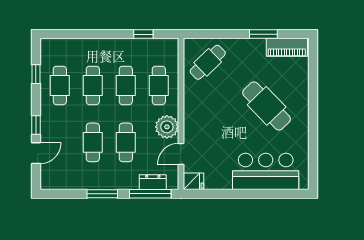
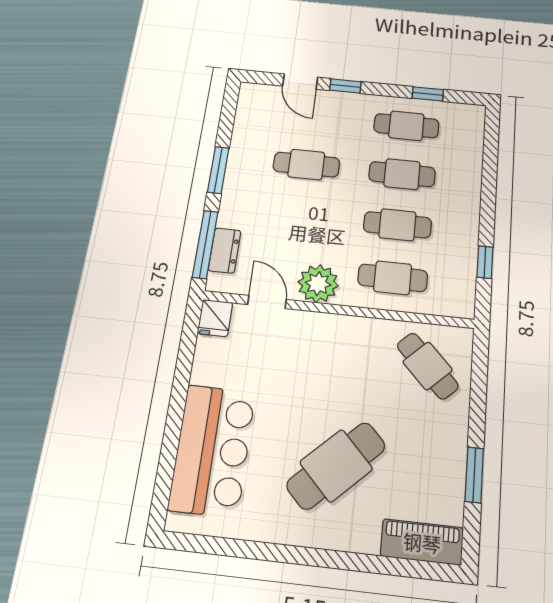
piano: (287, 47) -> (422, 542), moved, turned 90
cafe table: (126, 142) -> (300, 215), removed

